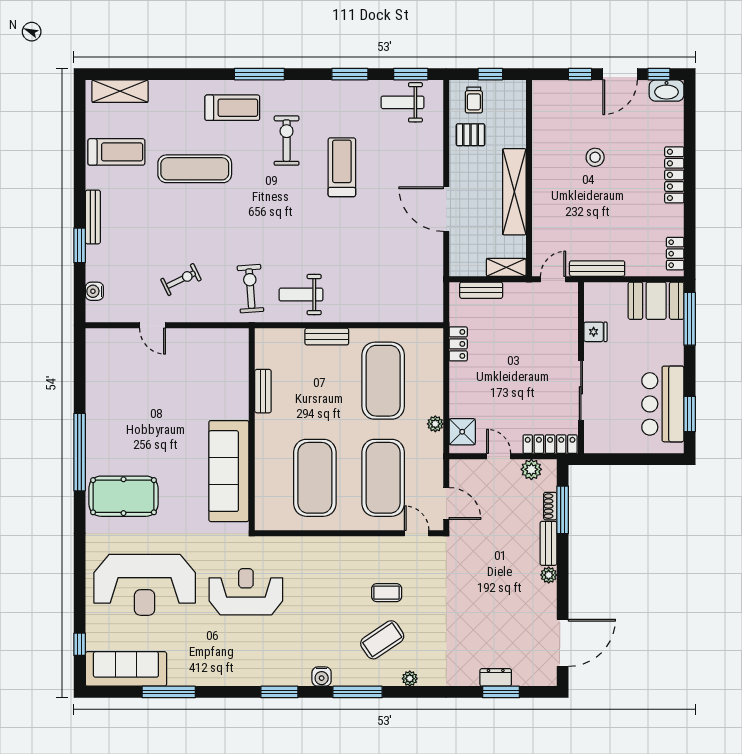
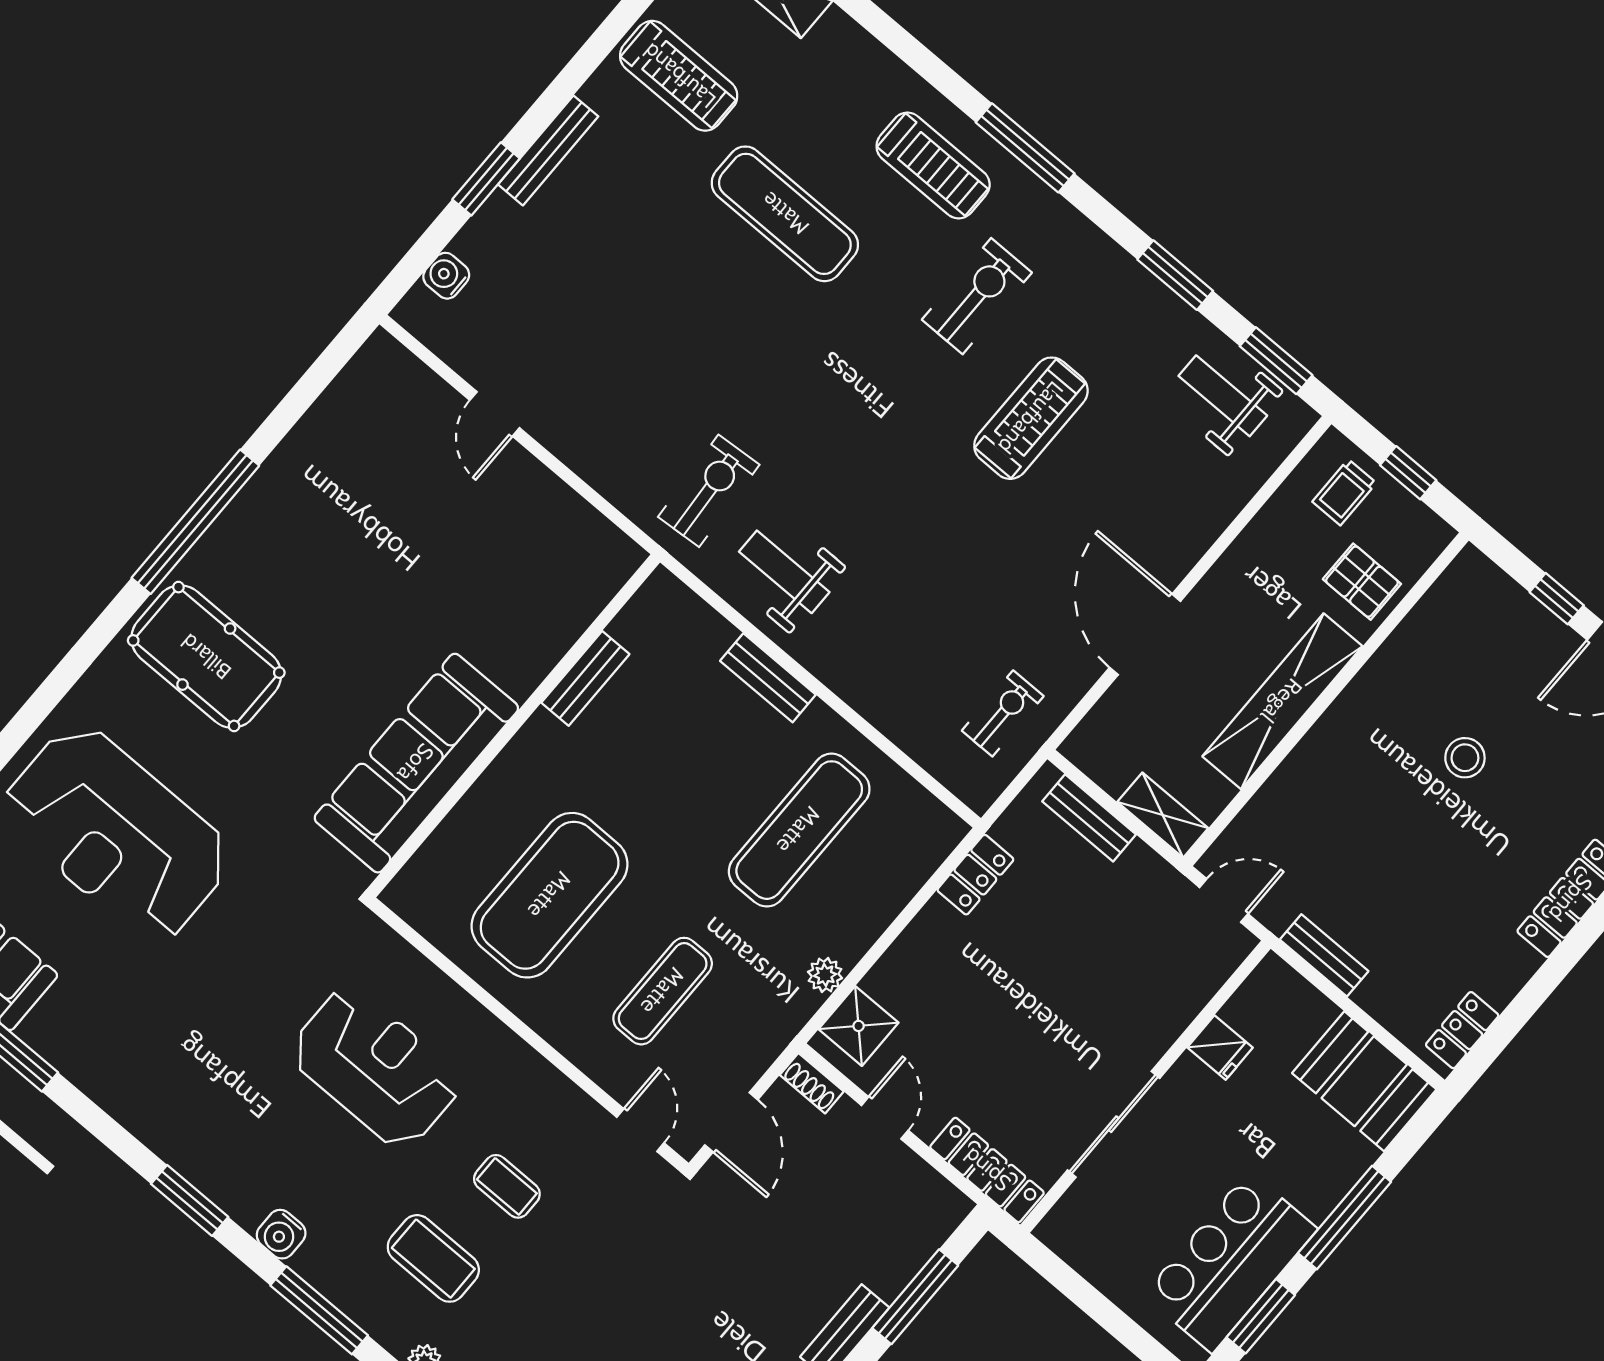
pallet: (470, 135) -> (1362, 582), moved
bench: (597, 269) -> (1324, 955), width x0.73
exercise bike: (181, 280) -> (1003, 713), moved, turned -64
window: (690, 319) -> (1344, 1218), moved
exercise mat: (383, 381) -> (799, 830), width x0.68
plant: (531, 469) -> (920, 1186), removed
exercise mat: (383, 478) -> (663, 991), width x0.50, depth x0.69
shoe rack: (550, 506) -> (812, 1083), moved, turned -90
reception desk: (246, 592) -> (375, 1068), moved
coffee table: (382, 640) -> (433, 1258), turned 34

